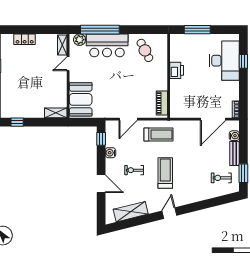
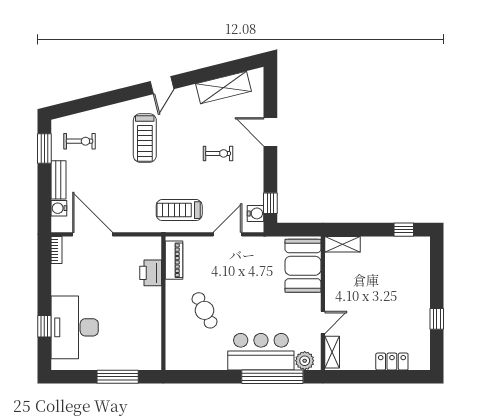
cafe table: (145, 50) -> (205, 310), moved
printer: (177, 70) -> (151, 273), moved
door: (213, 119) -> (93, 234), hinge flipped
water cooler: (110, 153) -> (256, 213), moved
treadmill: (165, 173) -> (145, 138), moved

